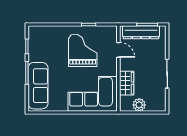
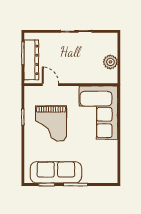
grand piano: (83, 50) -> (51, 124), turned -90
door: (118, 50) -> (50, 85), hinge flipped
wardrobe: (127, 83) -> (87, 76), removed
sofa: (38, 86) -> (56, 172), moved

